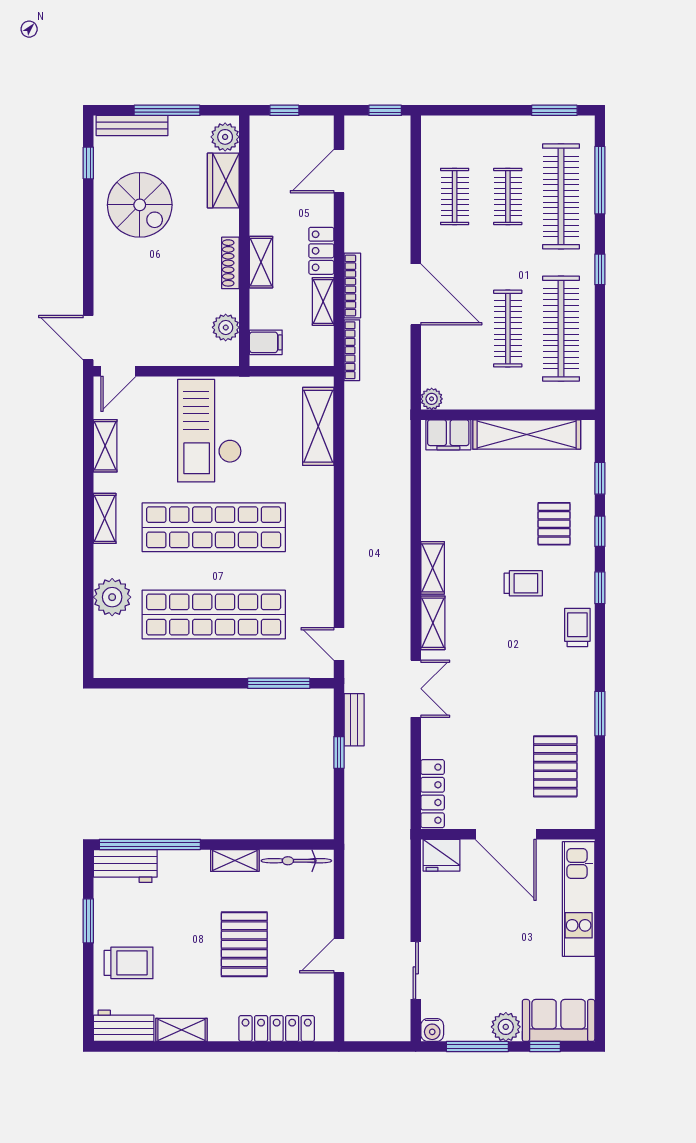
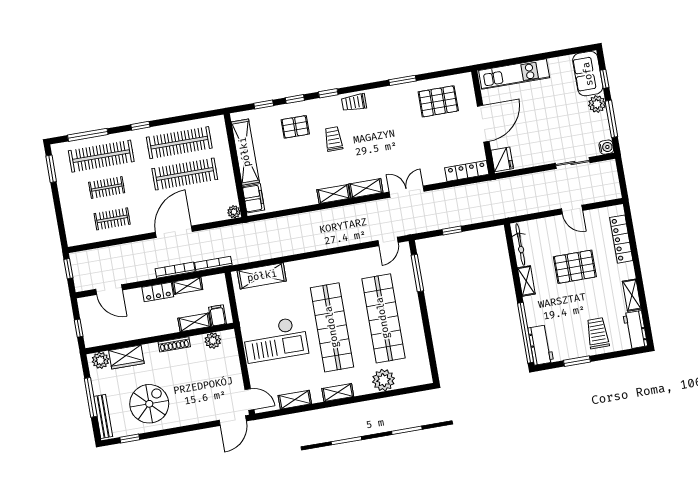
shelving: (261, 262) -> (194, 322), moved
clothes rail: (508, 329) -> (185, 174), width x1.37, depth x1.31
bench: (354, 720) -> (431, 225), removed

